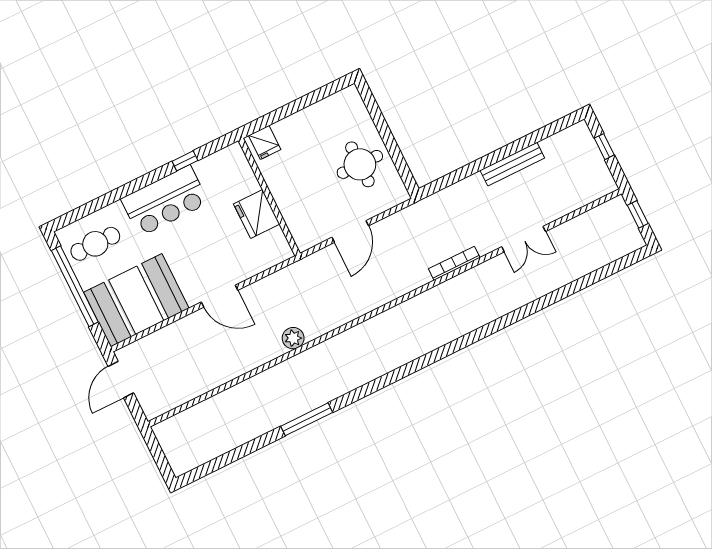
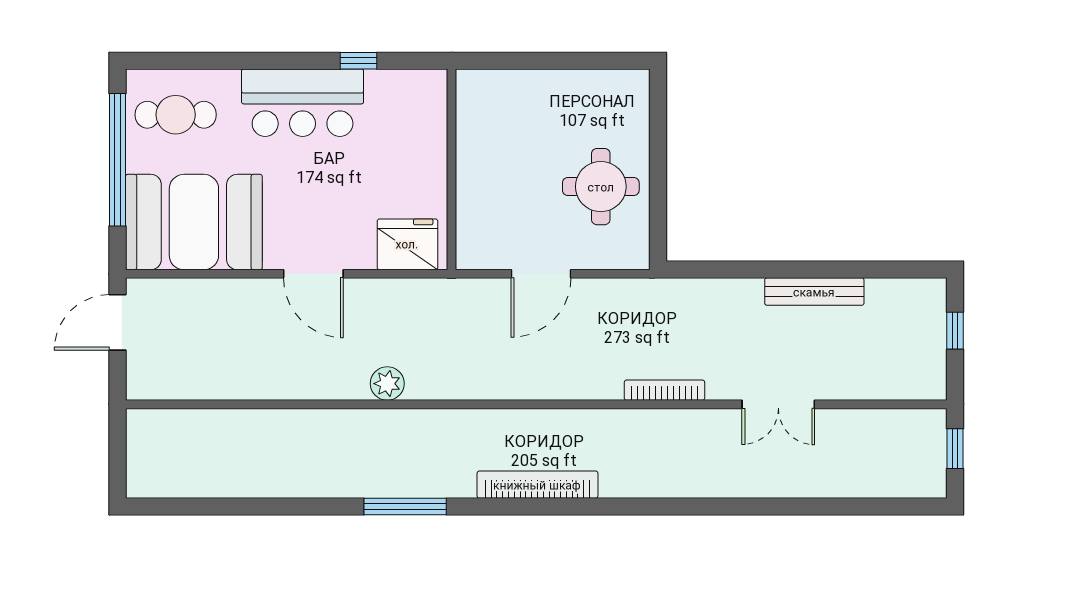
fridge: (265, 142) -> (483, 90), removed
fridge: (257, 214) -> (407, 244), moved, turned 90
bookcase: (408, 354) -> (537, 485), added
window: (307, 419) -> (405, 506), moved

